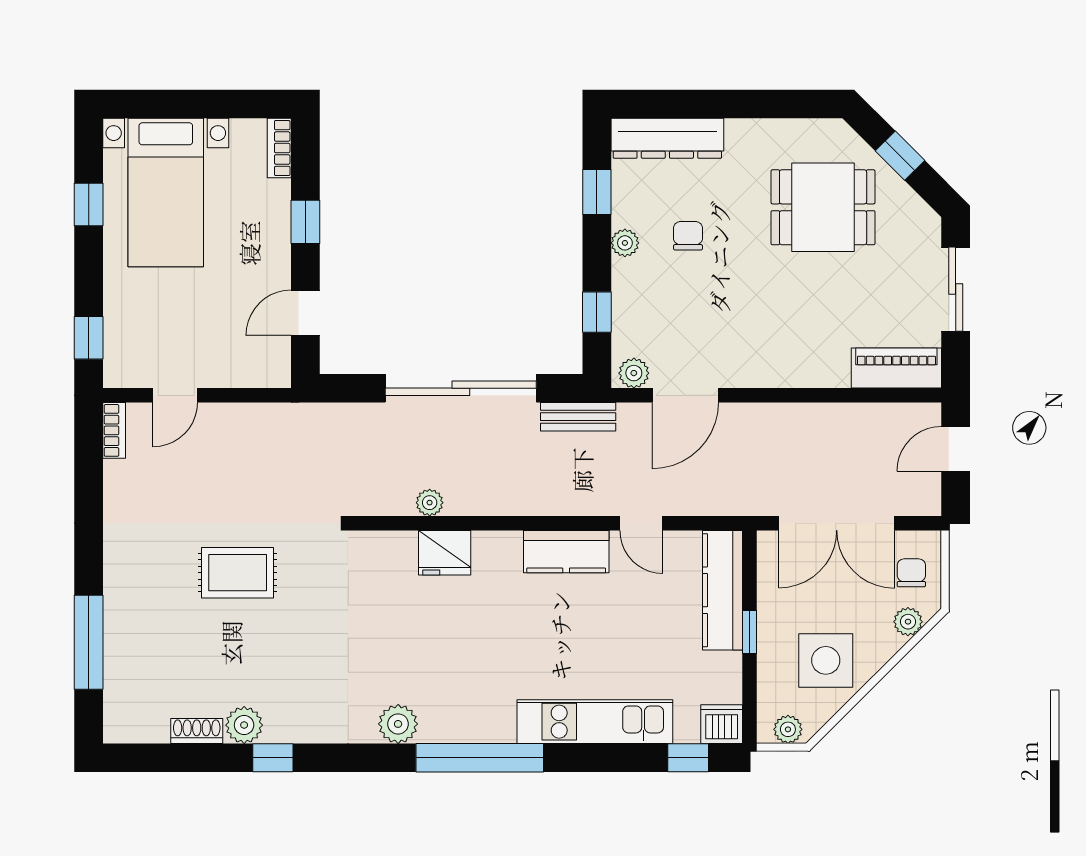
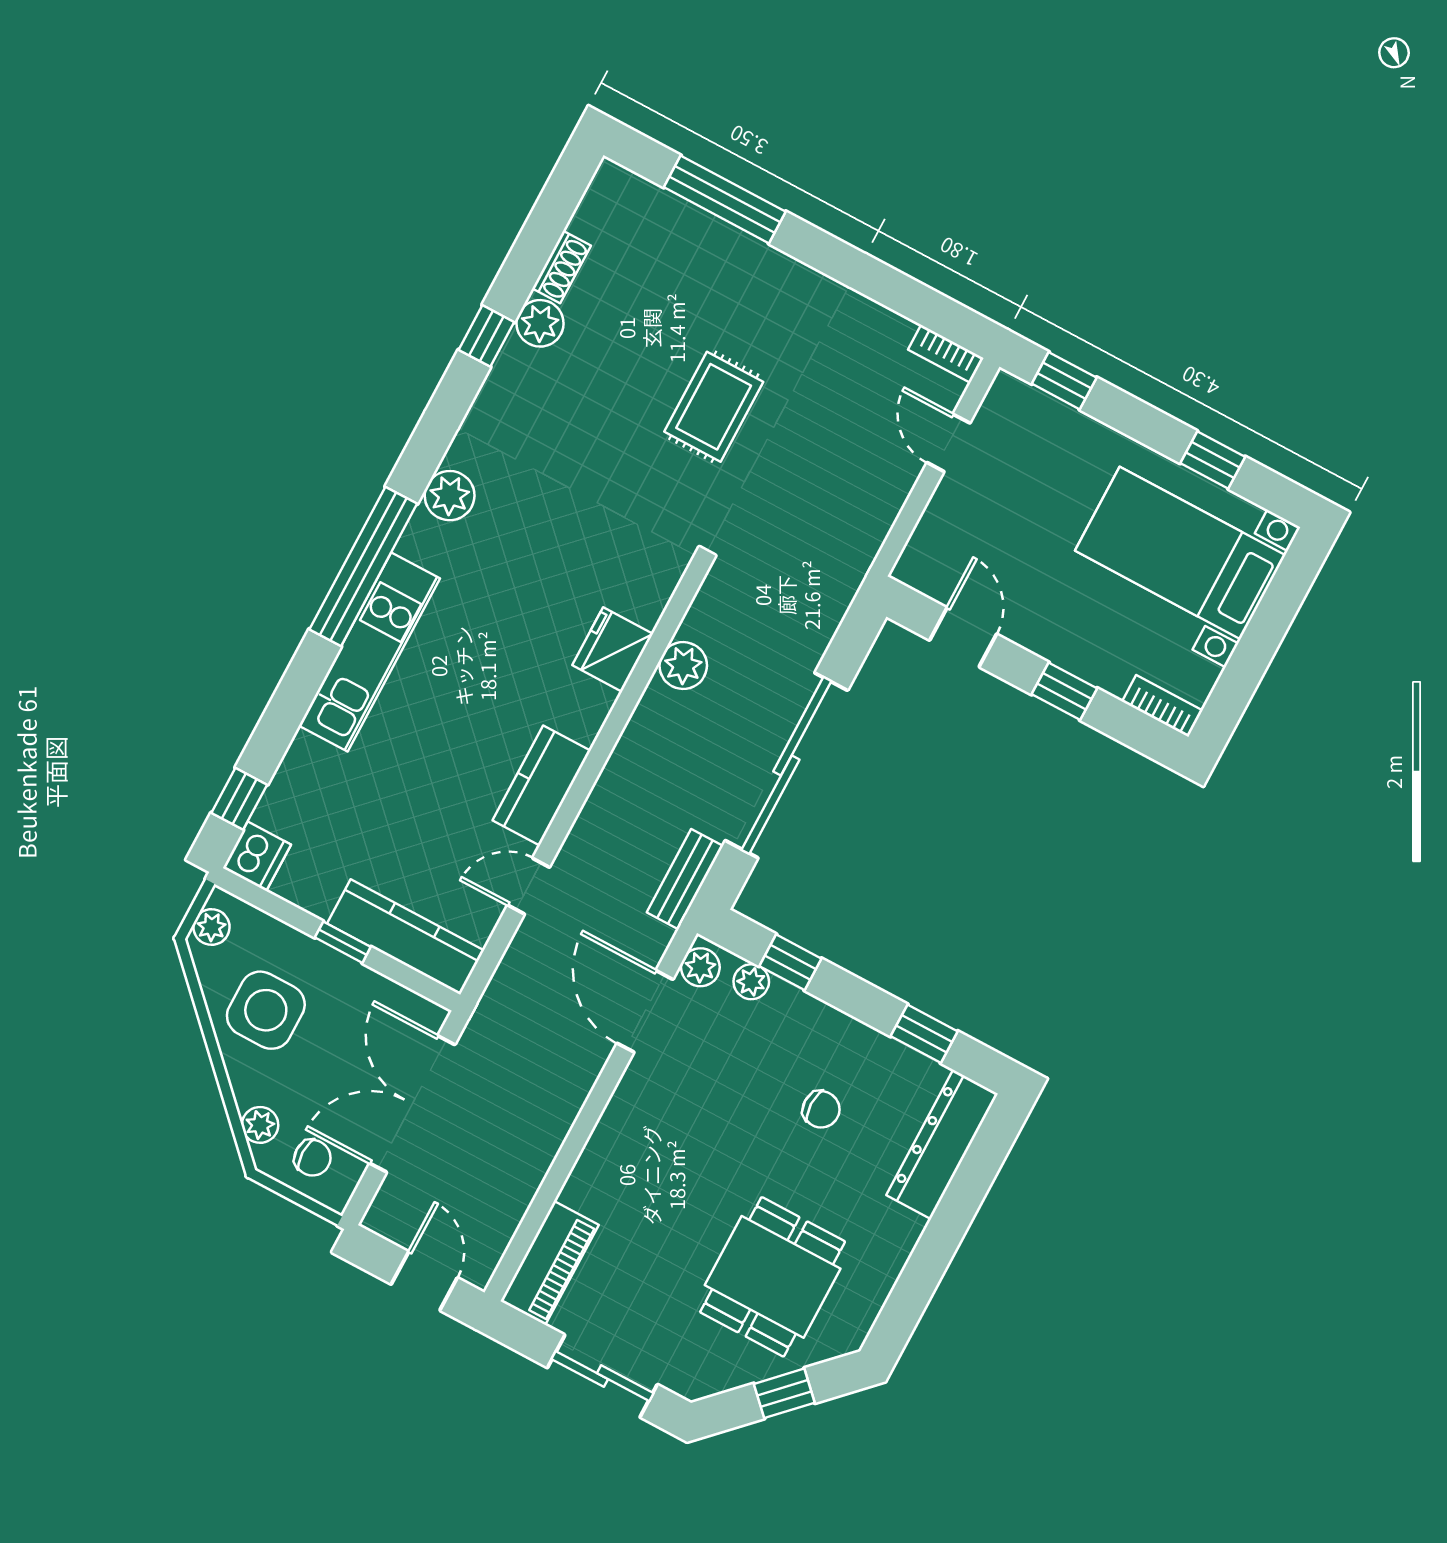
plant: (625, 243) -> (751, 982), moved
plant: (430, 503) -> (683, 666), width x1.38, depth x1.38
kitchen unit: (595, 722) -> (369, 652), moved

